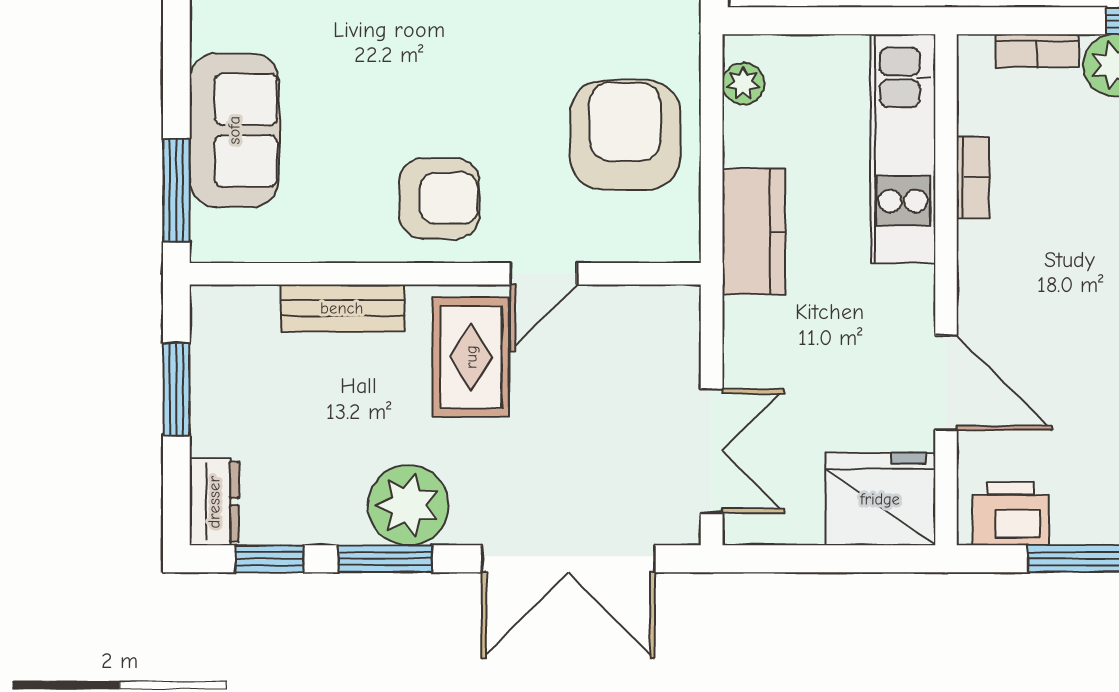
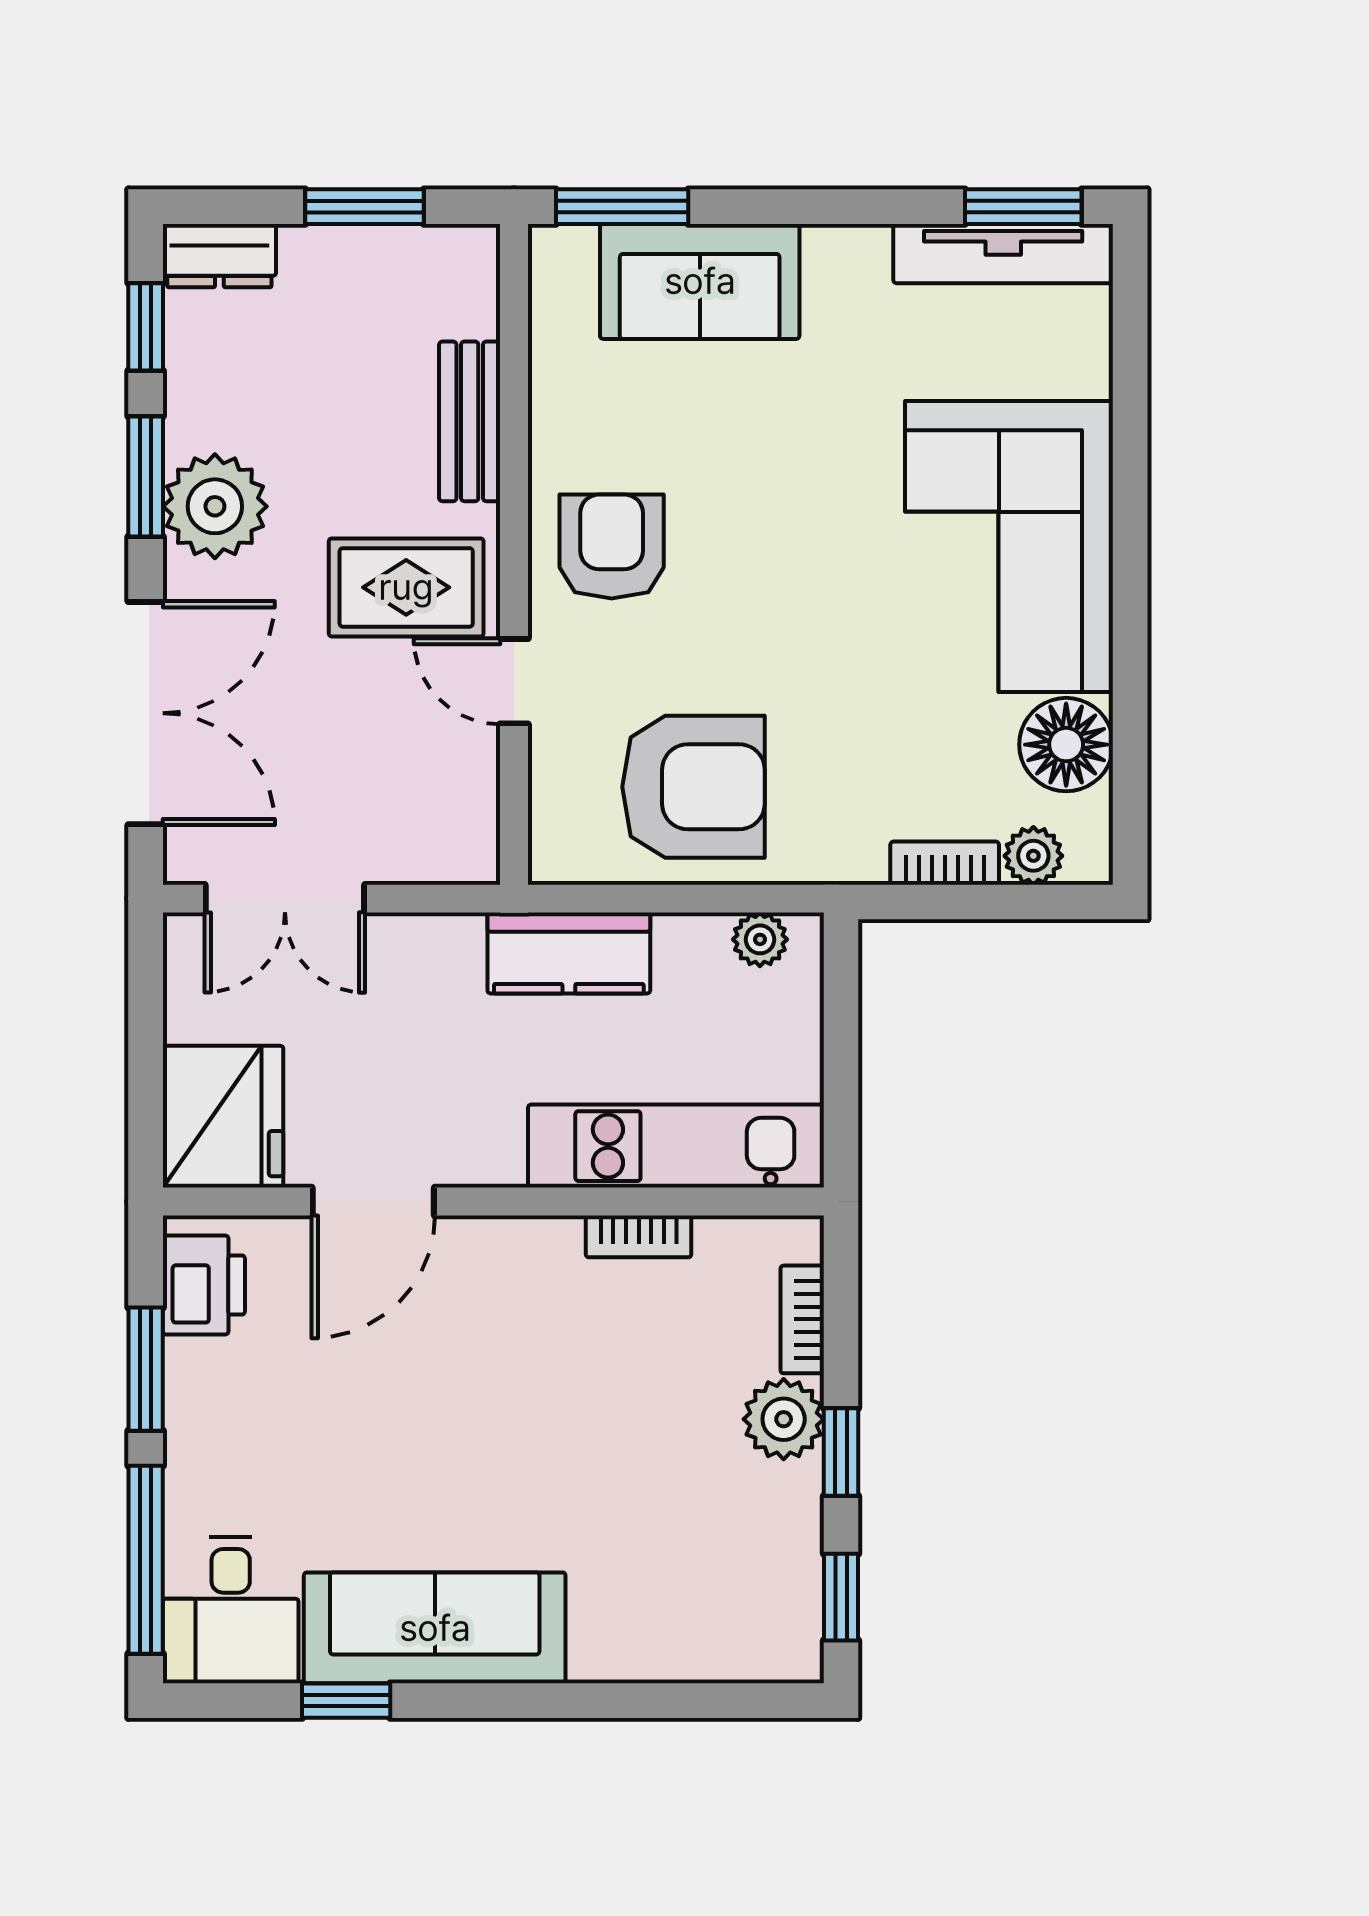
armchair: (439, 198) -> (612, 546), turned 180
double door: (568, 559) -> (146, 713), swing flipped

